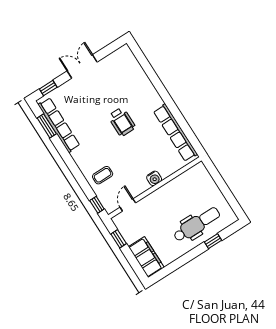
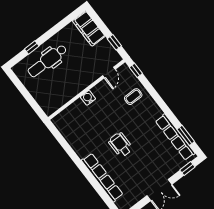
row of seats: (175, 133) -> (102, 177), moved

